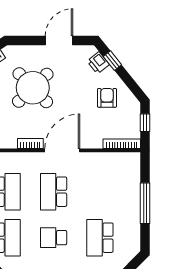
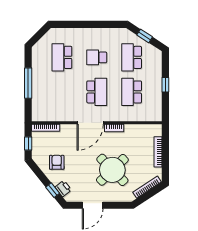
armchair: (107, 98) -> (57, 162), turned 180
school desk: (54, 238) -> (97, 57), turned 180
school desk: (100, 238) -> (62, 57), turned 180

